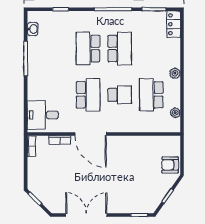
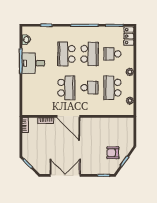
school desk: (151, 49) -> (112, 54), added
desk: (43, 115) -> (33, 63), moved
armchair: (170, 165) -> (113, 153), moved

